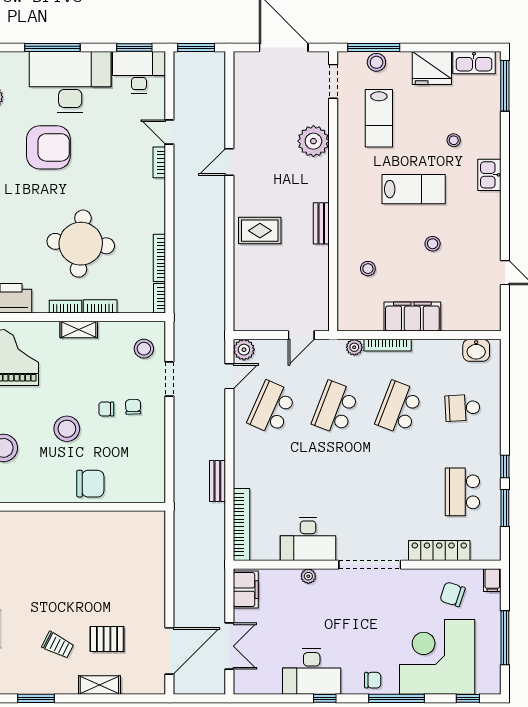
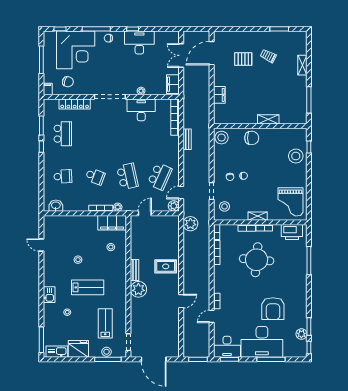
door: (169, 132) -> (212, 316), swing flipped
plant: (313, 141) -> (138, 289), moved
armchair: (48, 147) -> (273, 309), turned -90
lab bench: (414, 189) -> (88, 287), turned 180
plant: (211, 315) -> (190, 224), added
filing cabinet: (412, 316) -> (112, 223), moved
school desk: (335, 408) -> (127, 176), turned -33
school desk: (399, 408) -> (95, 176), width x0.54
stool: (67, 429) -> (222, 138), moved
chair: (90, 484) -> (252, 138), turned 180
filing cabinet: (154, 568) -> (219, 95), added
shelving: (99, 685) -> (268, 119), moved

